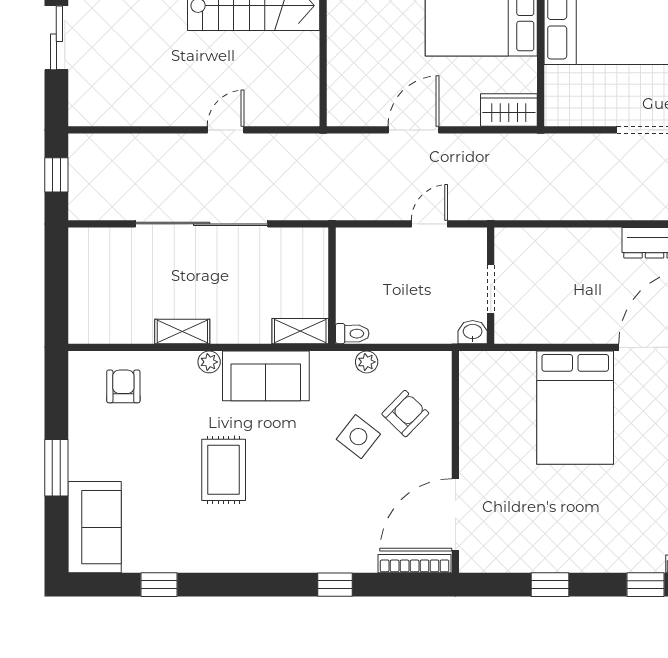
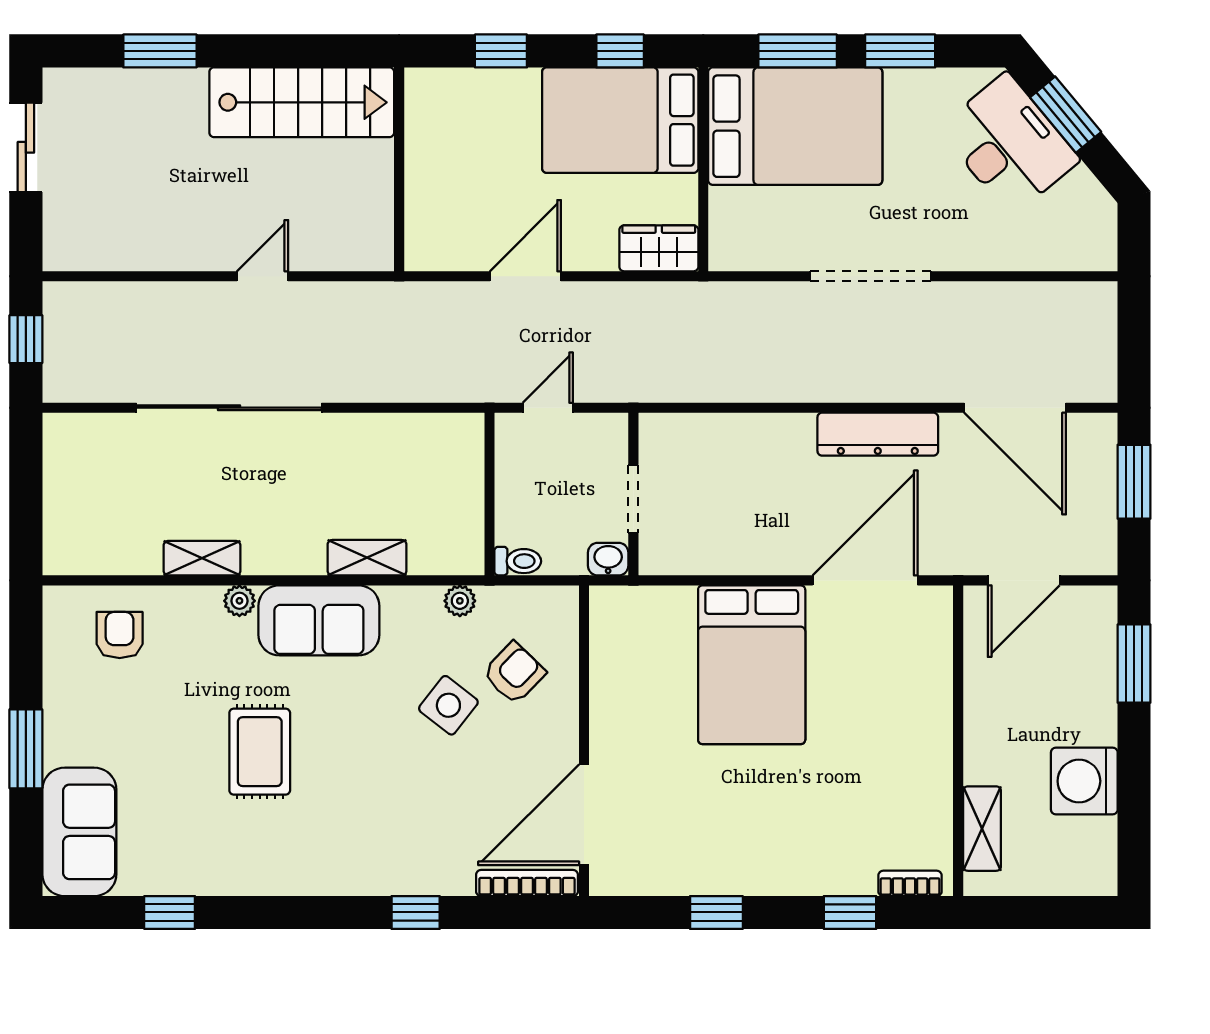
wall: (332, 286) -> (490, 494), moved
toilet: (352, 334) -> (518, 561), moved

